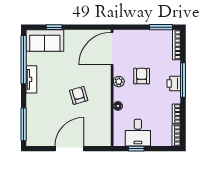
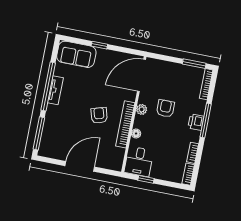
window: (54, 27) -> (99, 45), moved
window: (24, 60) -> (48, 87), moved
bookcase: (106, 99) -> (125, 124), added
desk: (138, 133) -> (139, 161), moved

